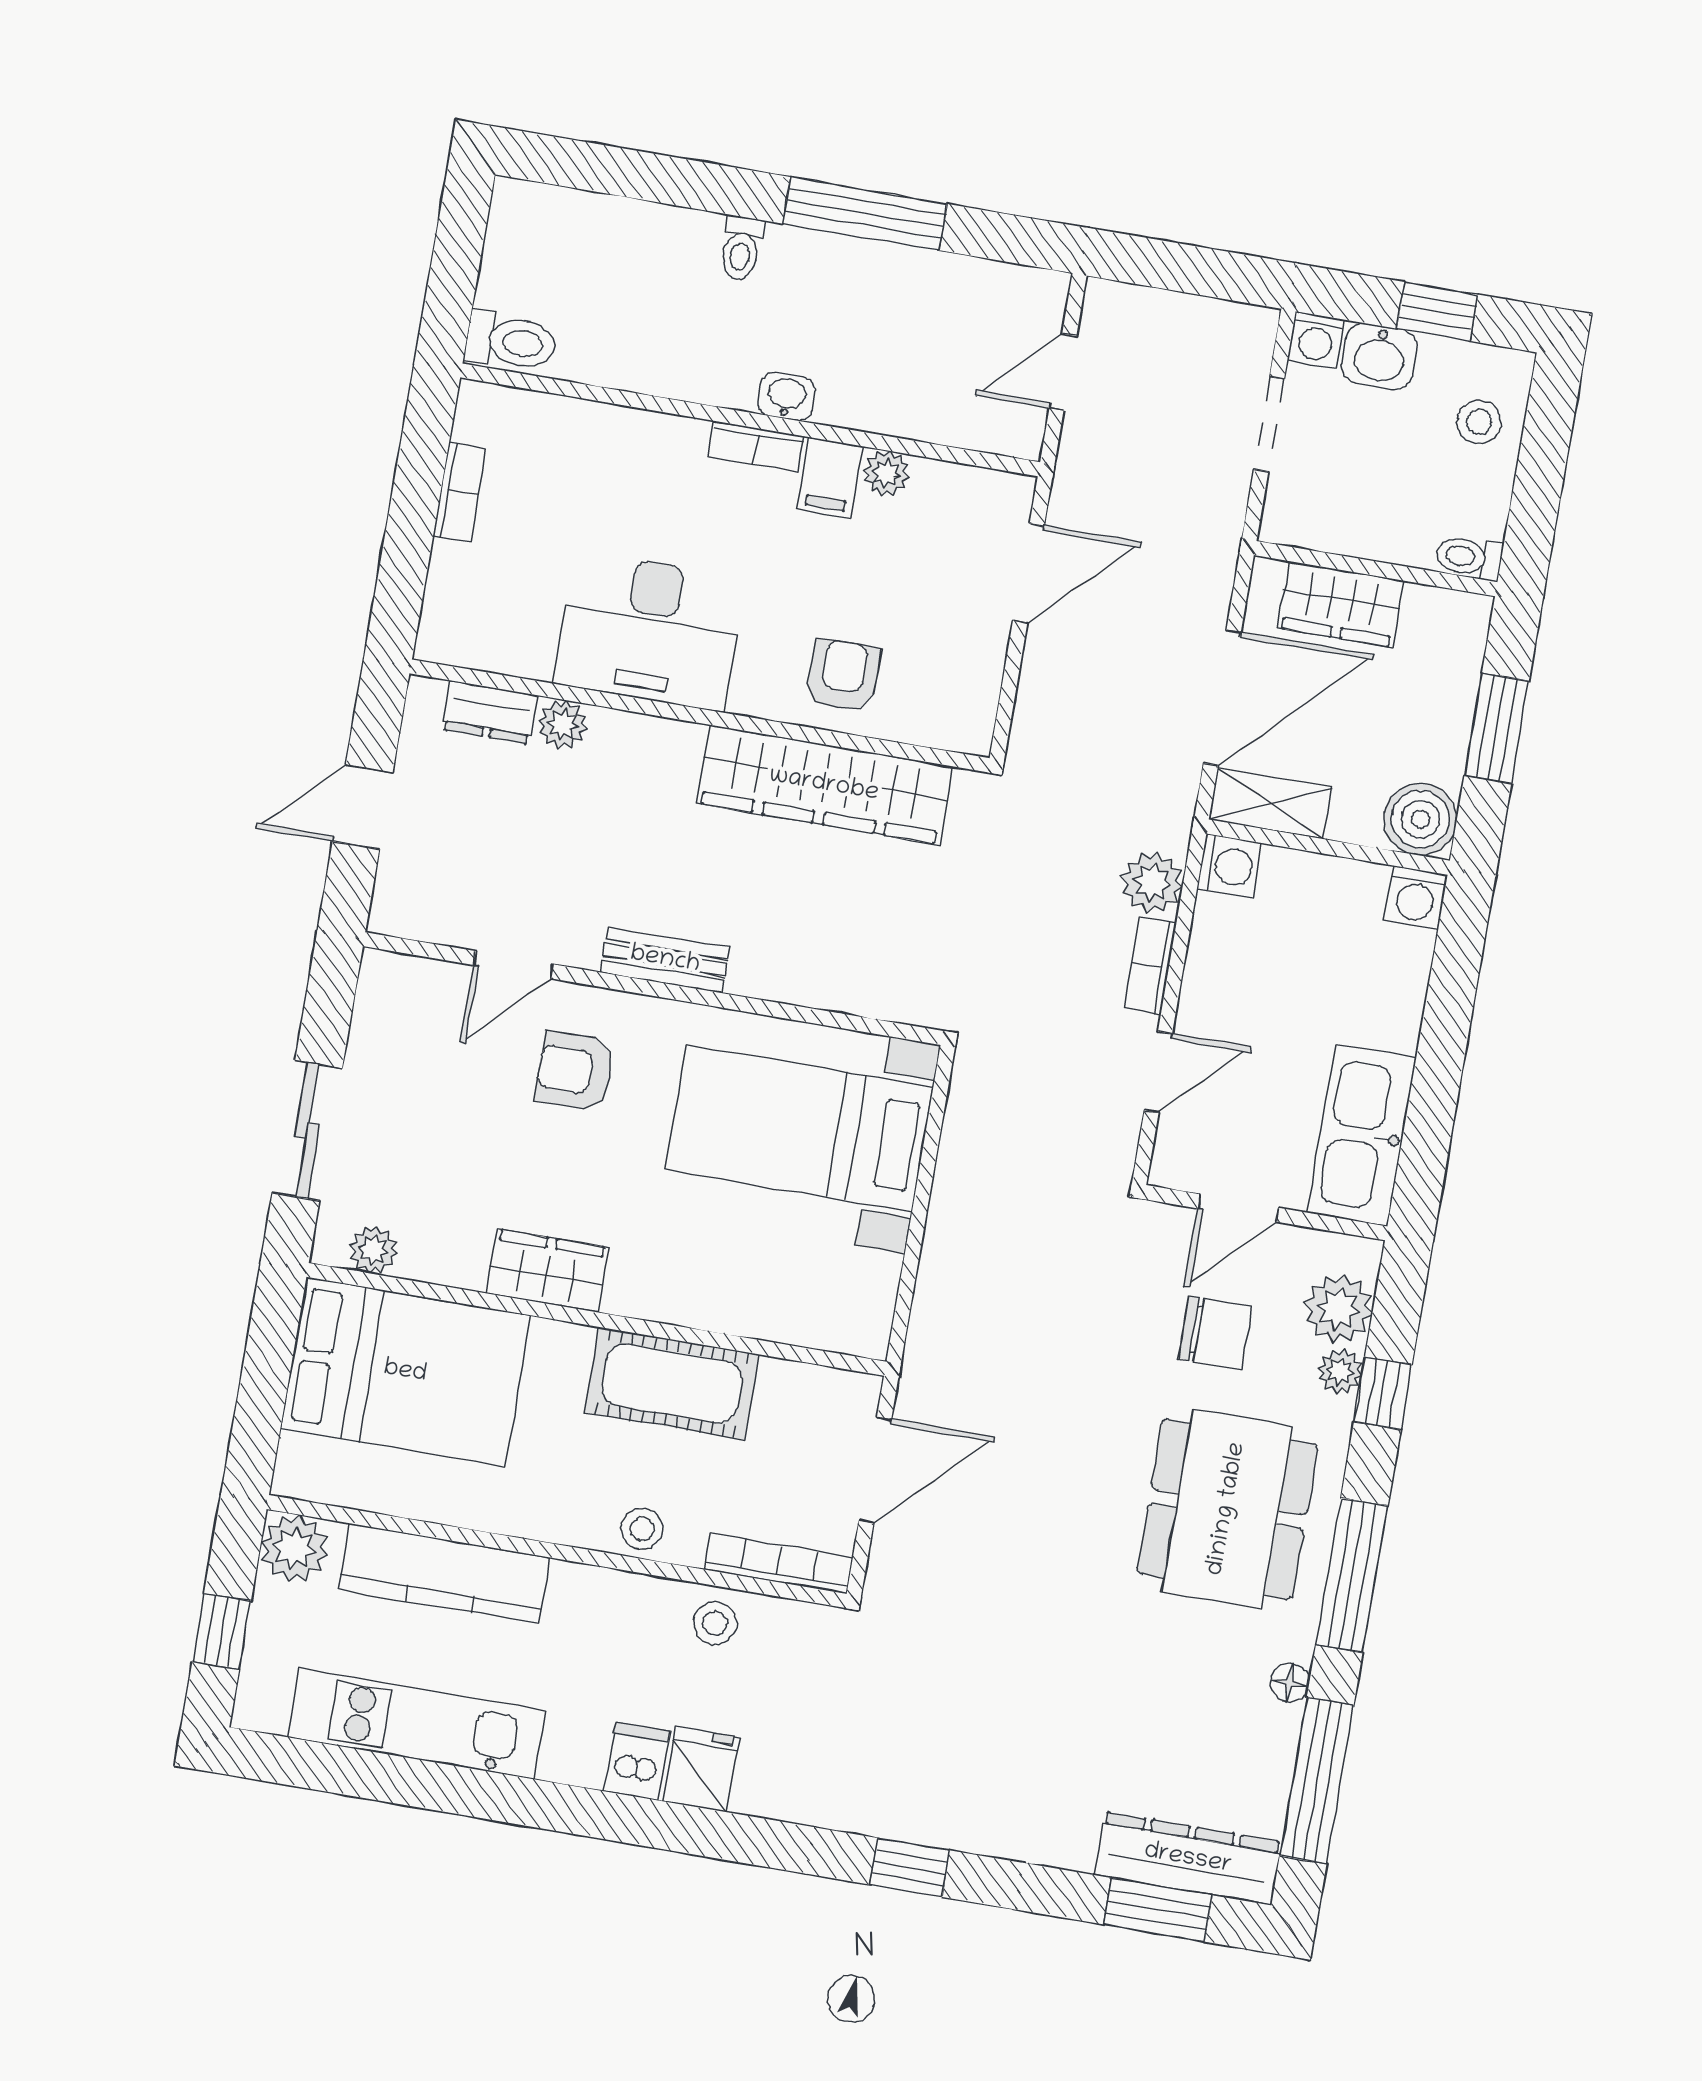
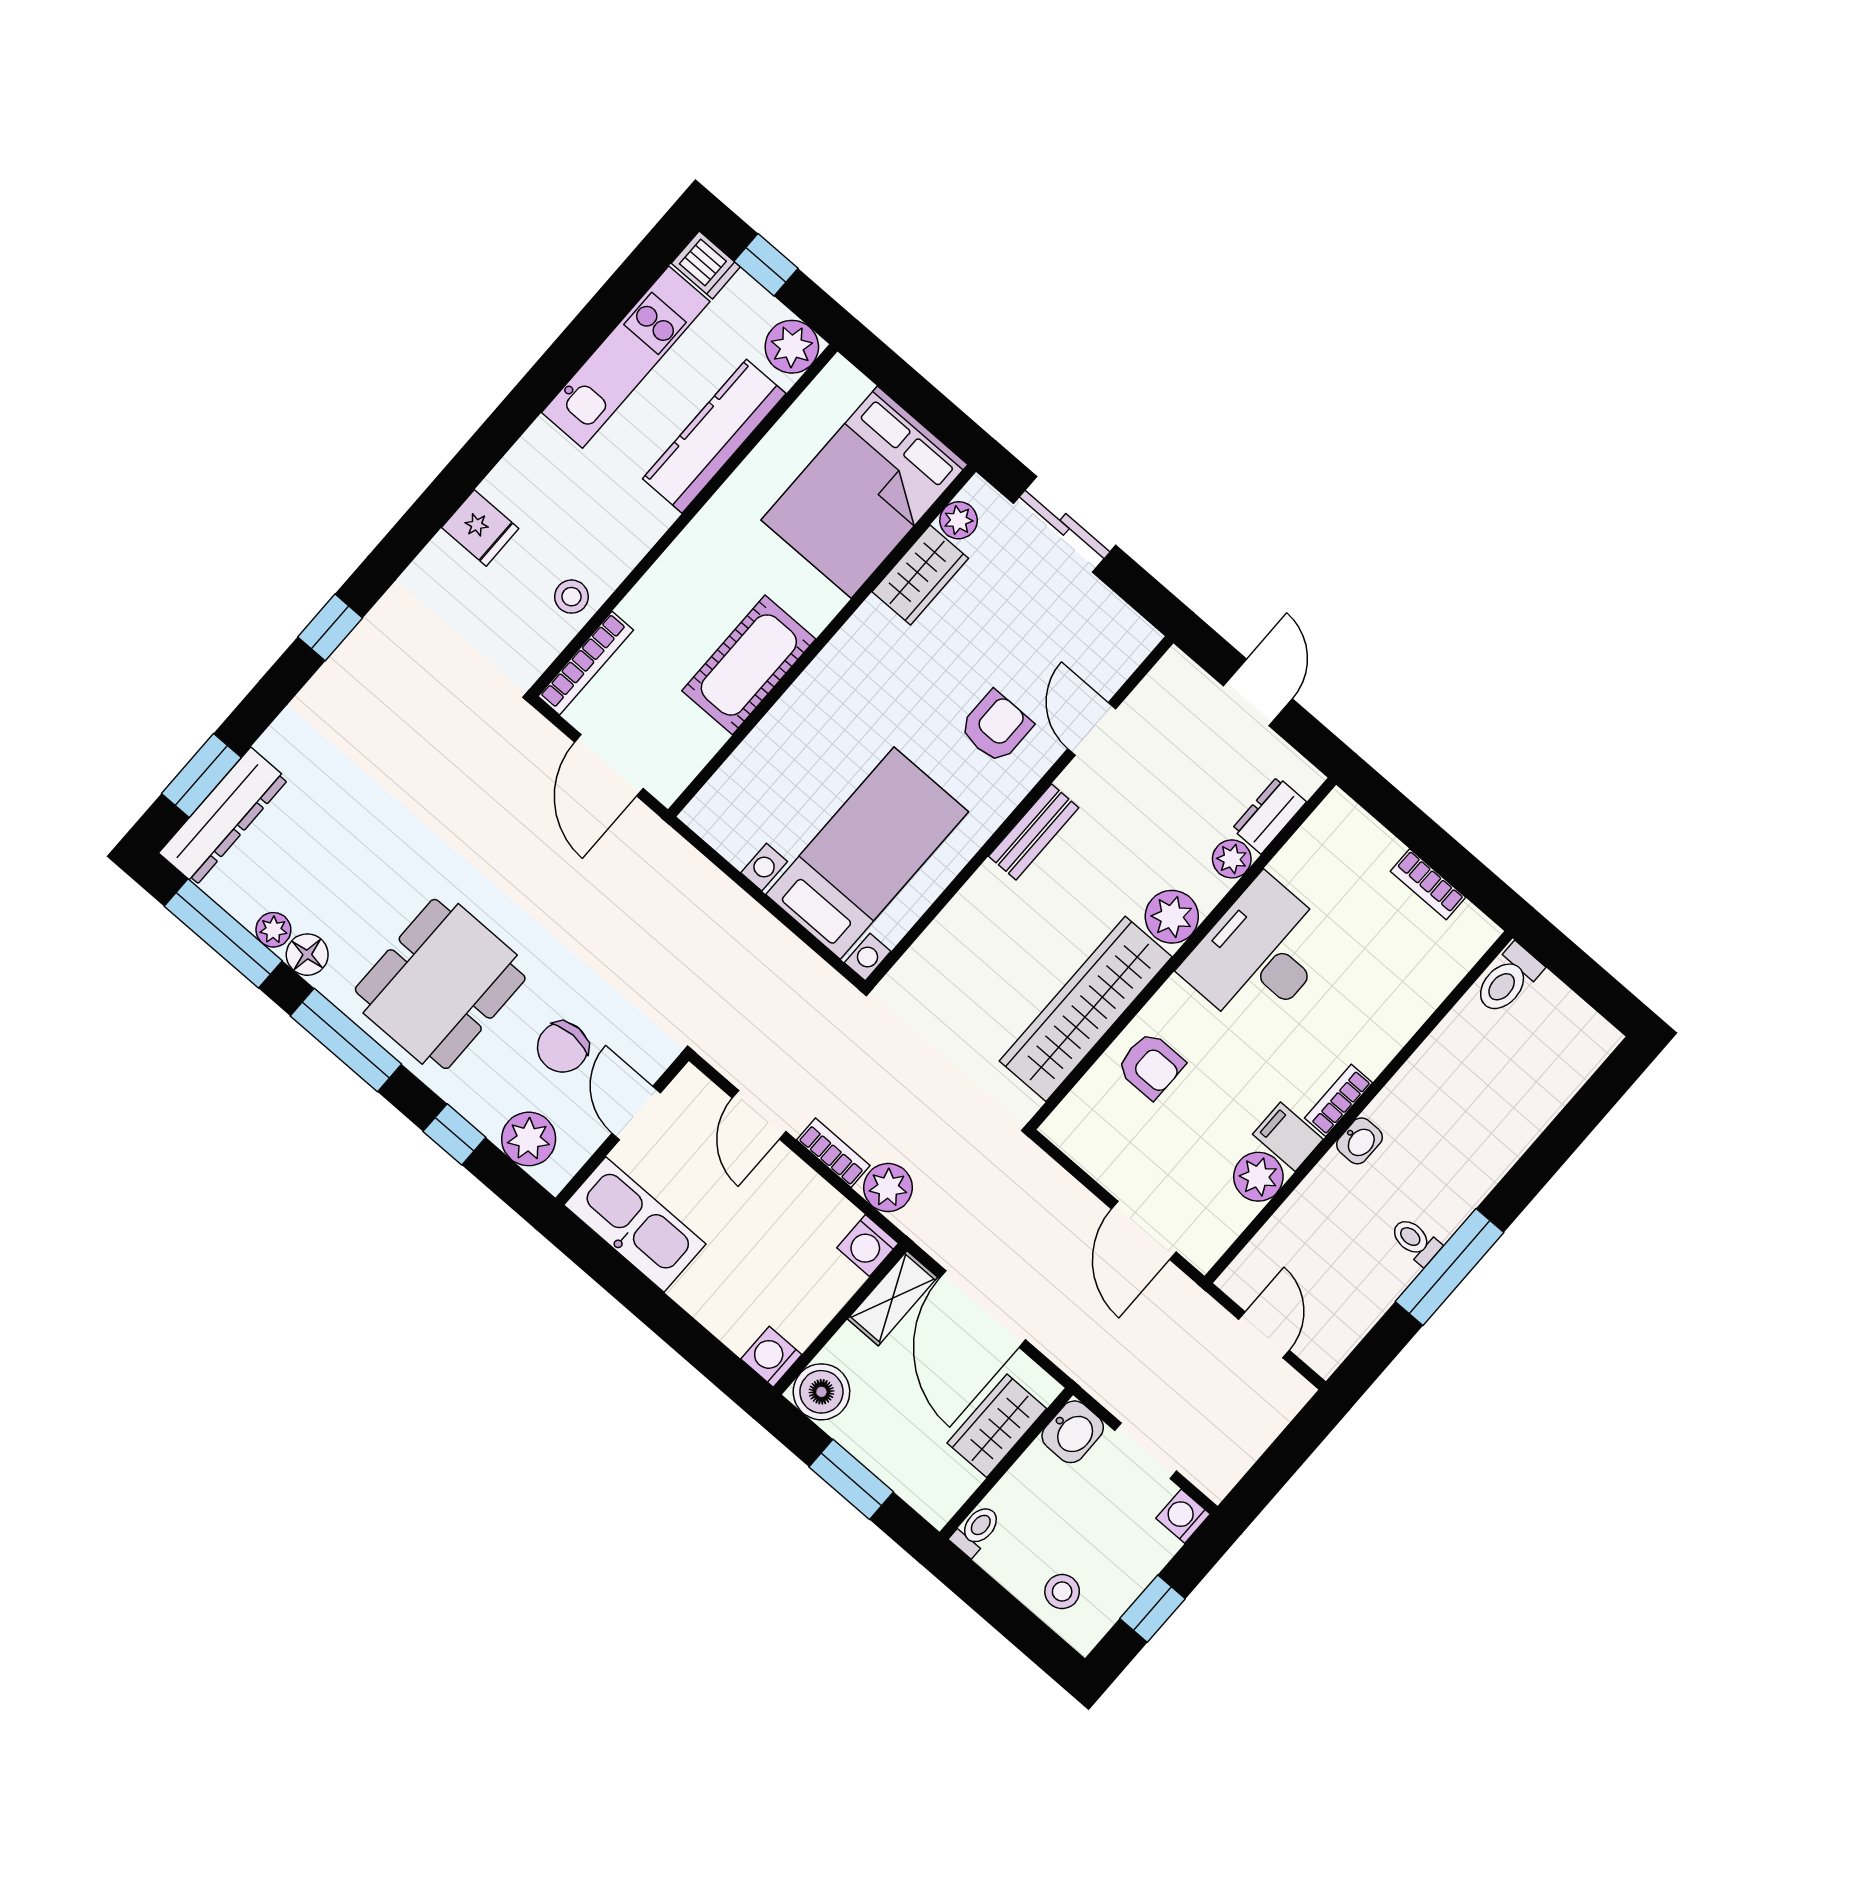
toilet: (741, 248) -> (1415, 1241), moved
washbasin: (1379, 356) -> (1073, 1432), moved, turned 180
plant: (886, 473) -> (1258, 1177), width x1.38, depth x1.38
plant: (666, 752) -> (1172, 917), added
wardrobe: (547, 1270) -> (920, 575), moved
plant: (1340, 1371) -> (273, 930), moved
dining table: (1227, 1509) -> (440, 984), turned 90
stool: (642, 1529) -> (664, 586), removed
floor lamp: (1290, 1683) -> (307, 955), width x1.37, depth x1.37
dishwasher: (637, 1761) -> (706, 265), moved

